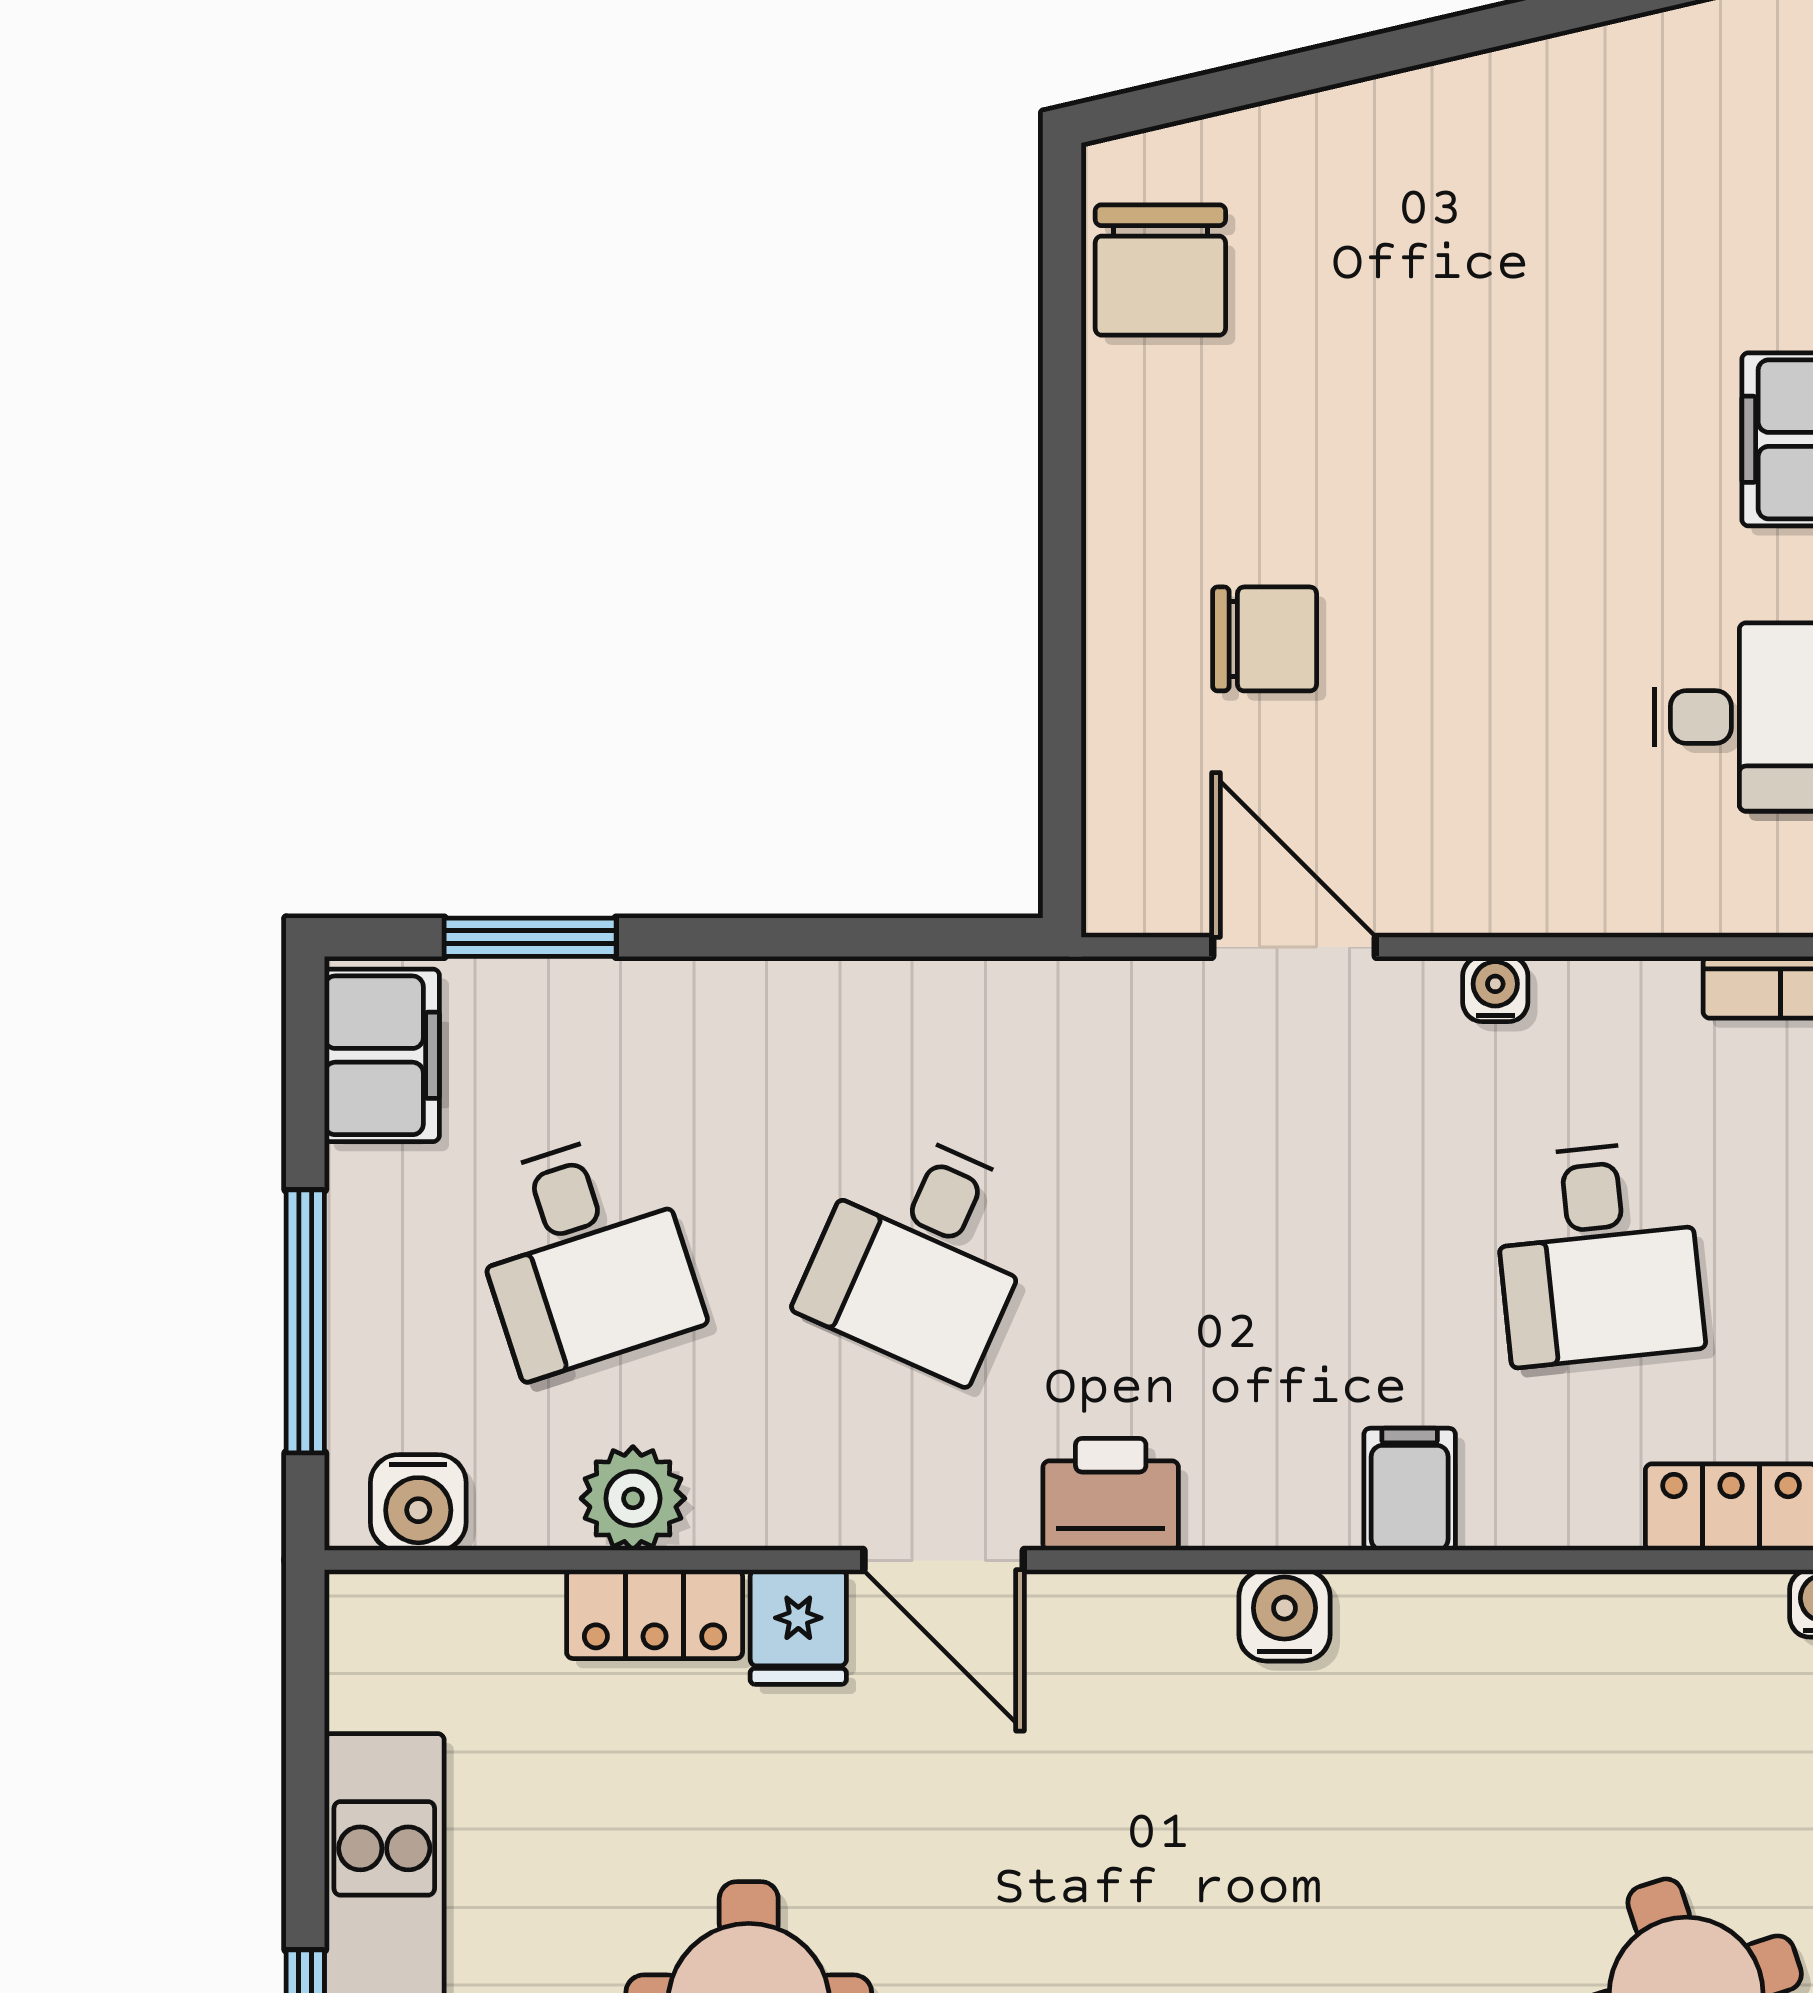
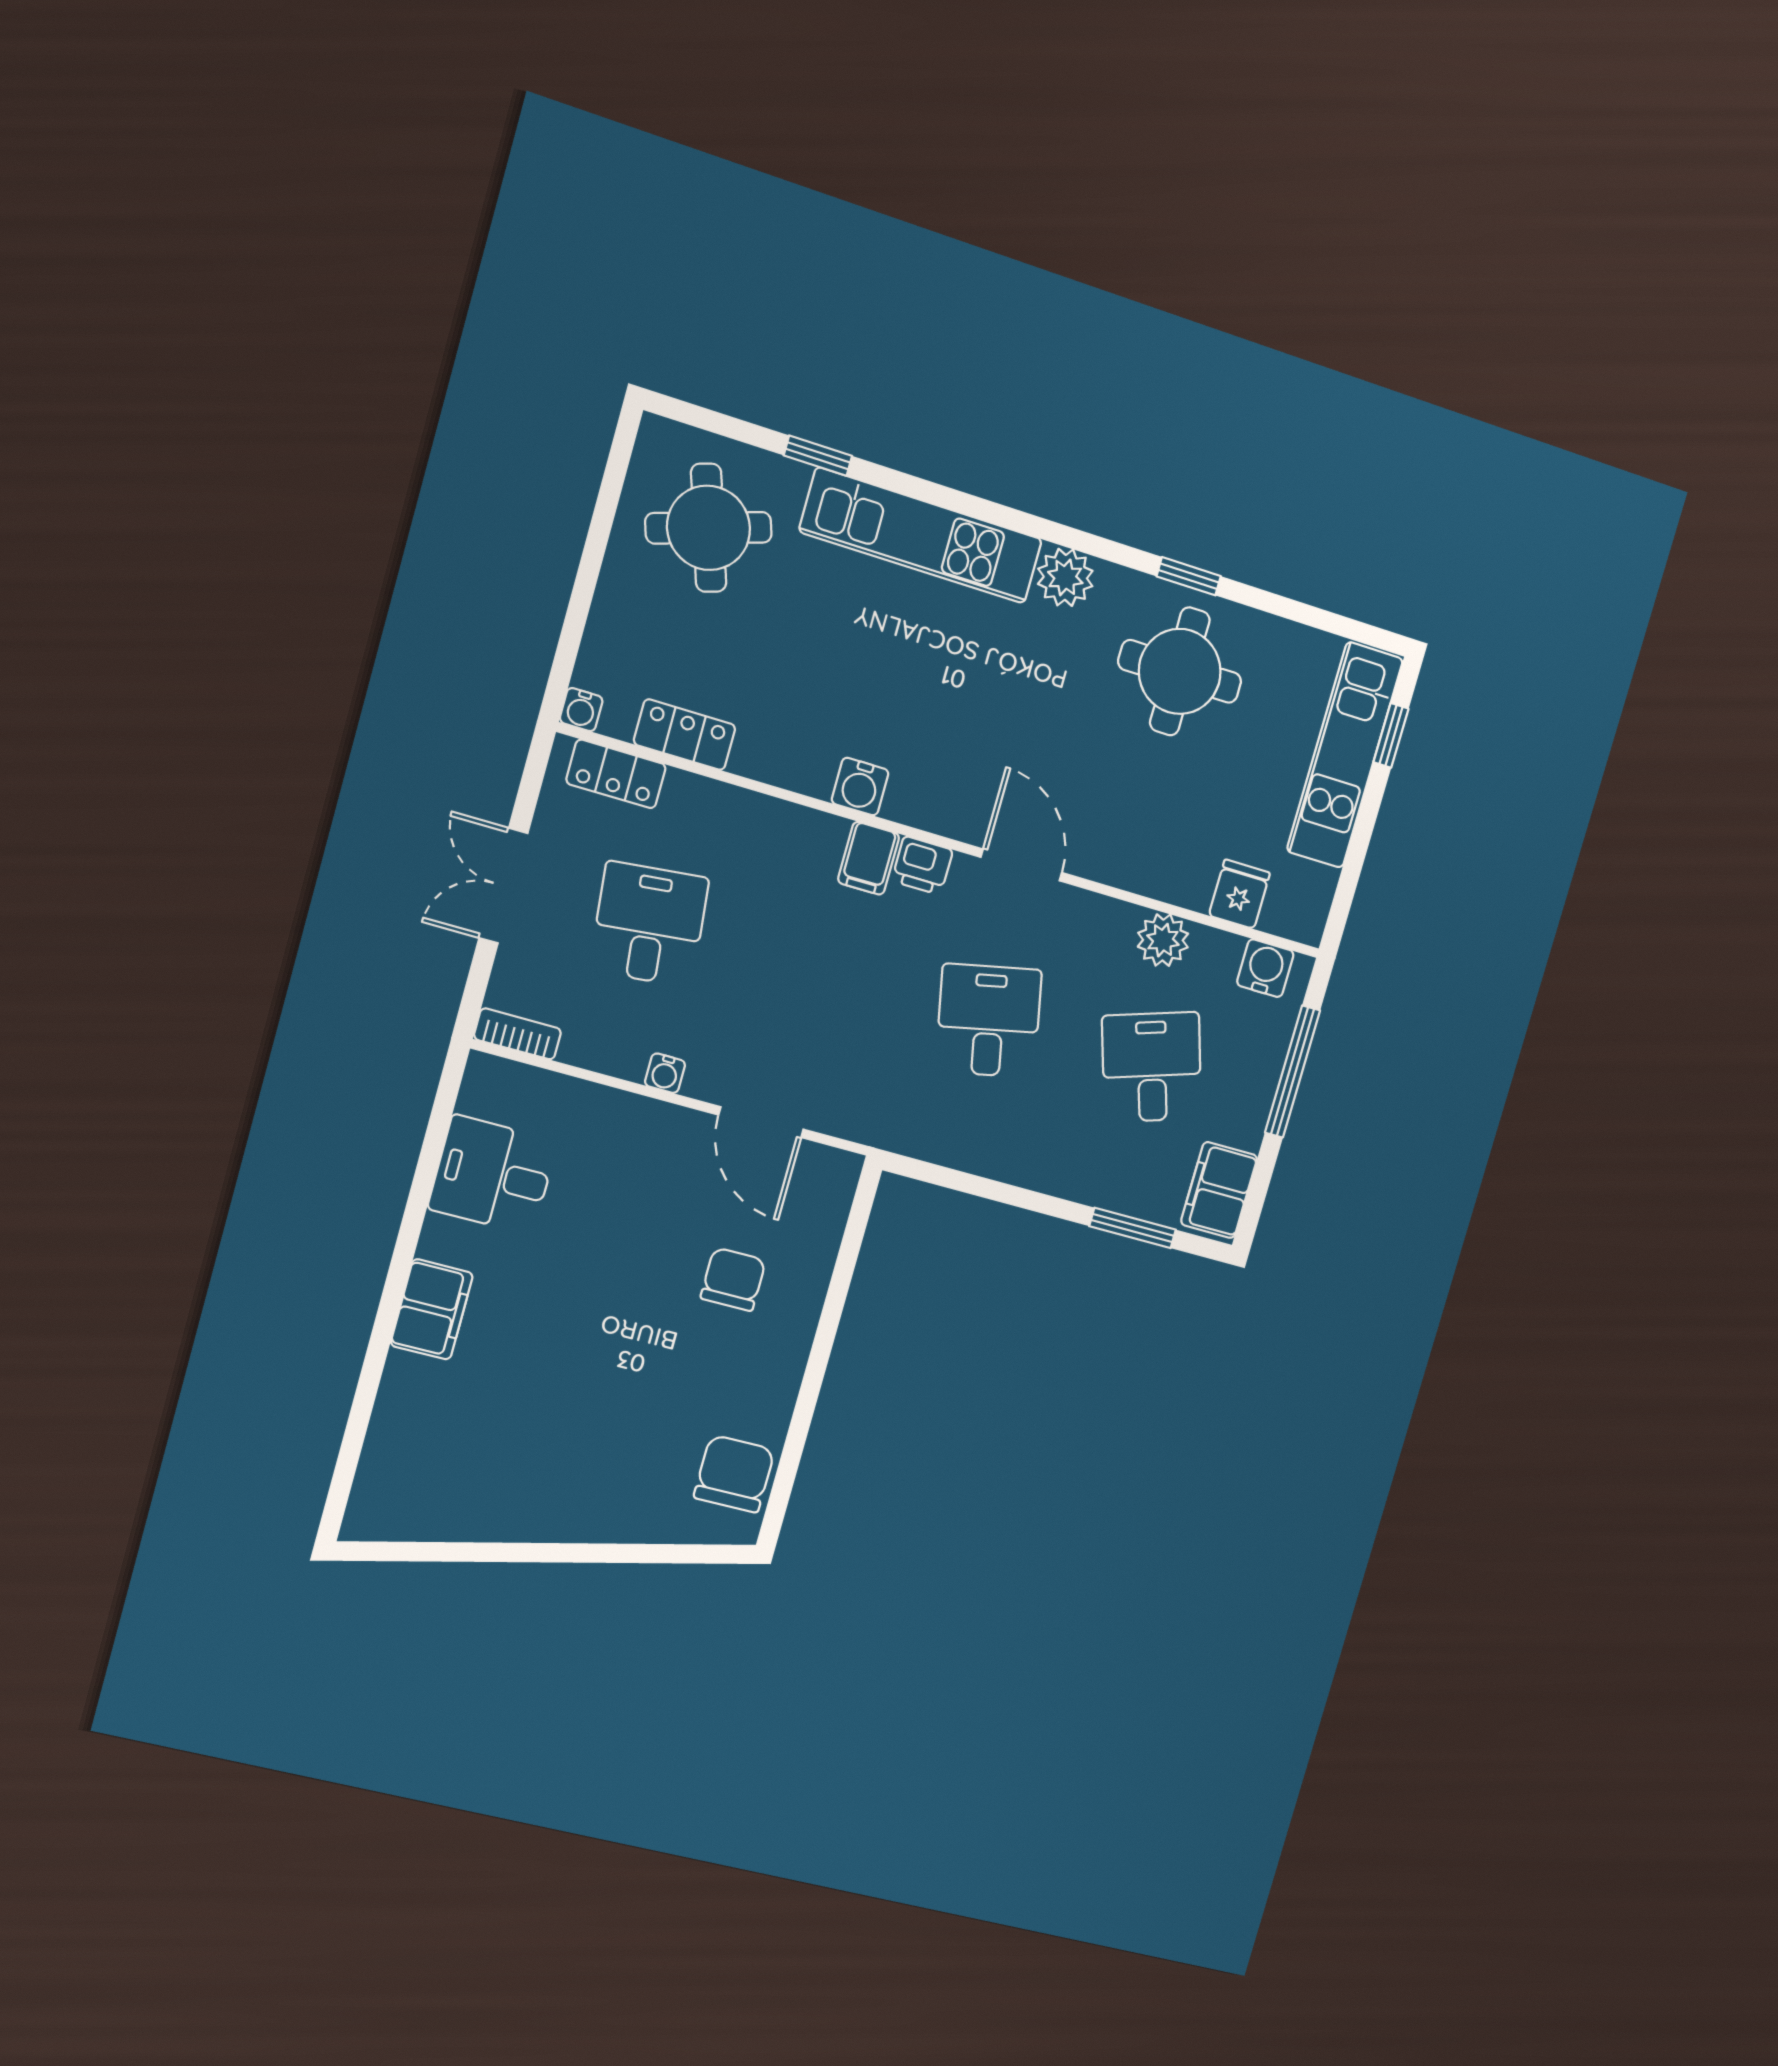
chair: (1265, 639) -> (733, 1279), turned 90
desk: (922, 1253) -> (989, 1021), turned -36
filing cabinet: (1410, 1489) -> (869, 858), moved
printer: (1111, 1494) -> (922, 865), width x0.73, depth x0.81
locker: (655, 1614) -> (685, 735), moved
fridge: (798, 1627) -> (1239, 894), moved

